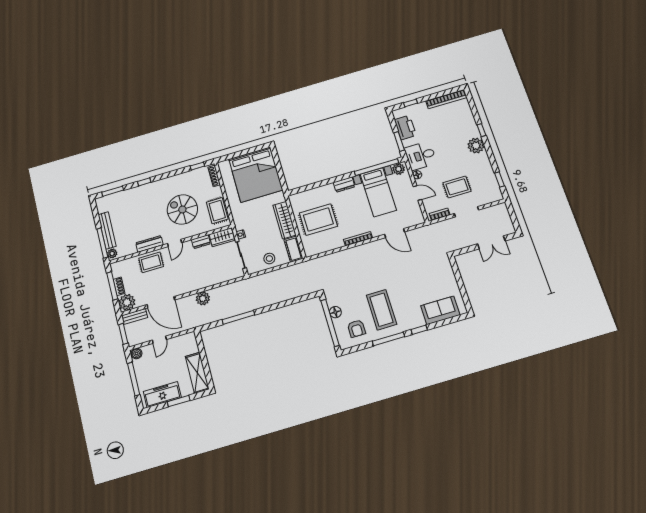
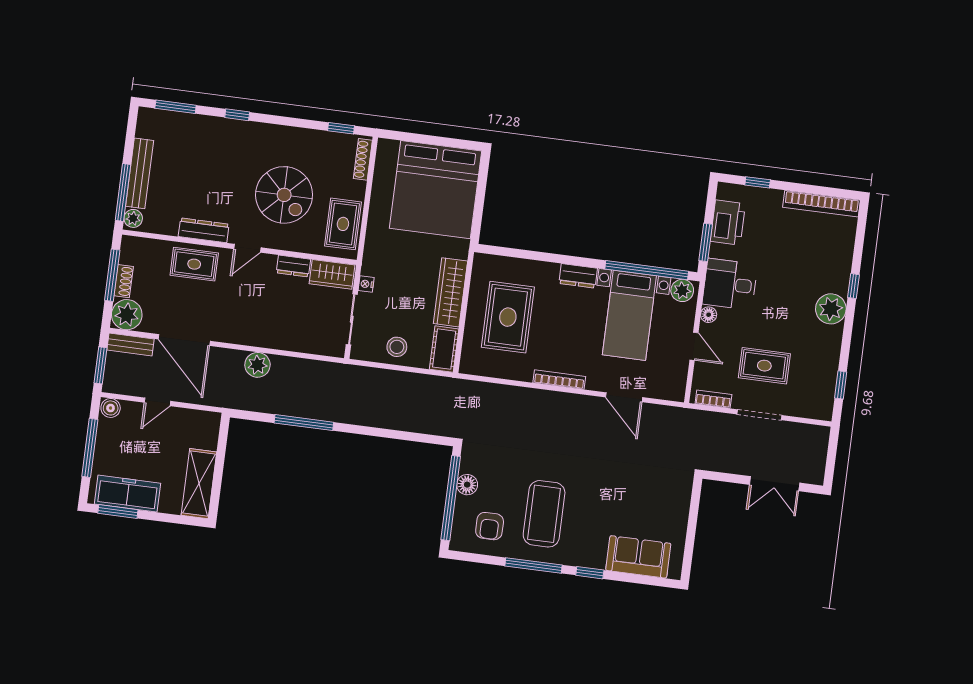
spiral stairs: (182, 209) -> (284, 195), turned 180
rug: (318, 220) -> (508, 317), turned 90
window: (179, 401) -> (118, 511), moved

